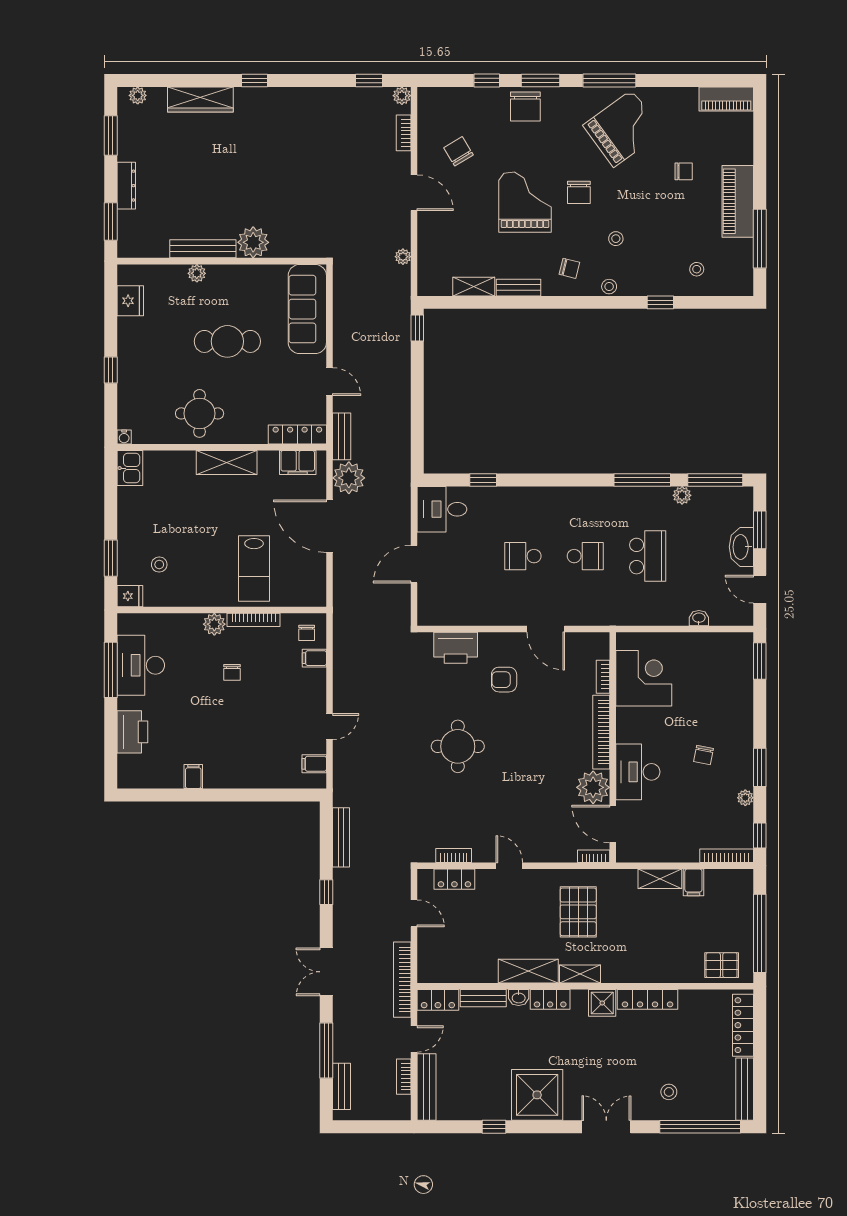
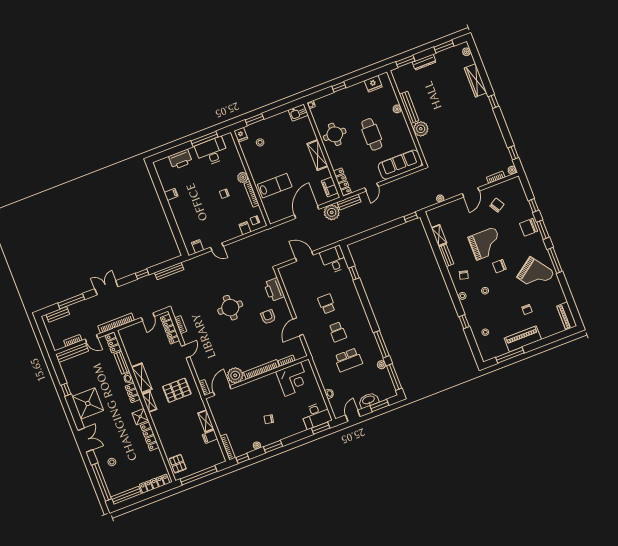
lab bench: (254, 568) -> (275, 186), turned 180
desk: (638, 772) -> (316, 415), moved, turned 180
locker: (454, 879) -> (170, 329), width x1.53

